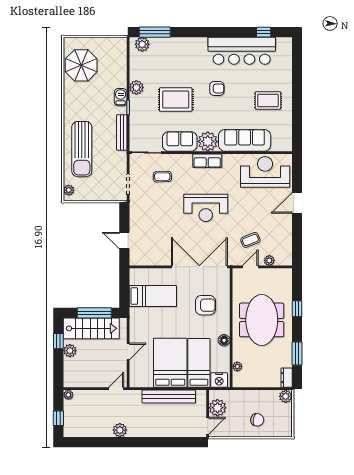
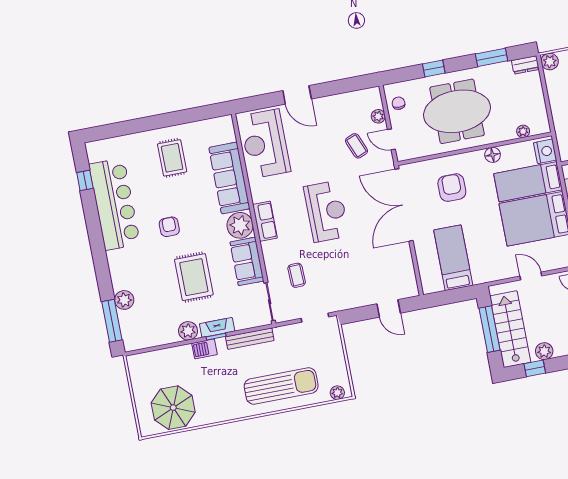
plant: (142, 44) -> (124, 300), moved
fireplace: (135, 110) -> (217, 327), added
door: (124, 241) -> (389, 308), hinge flipped
chair: (276, 277) -> (399, 103), added

